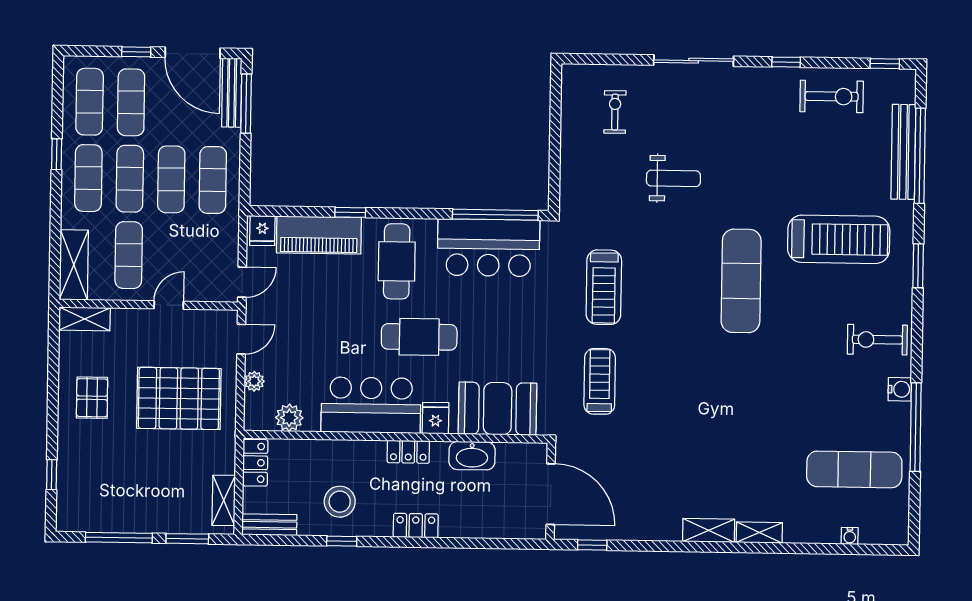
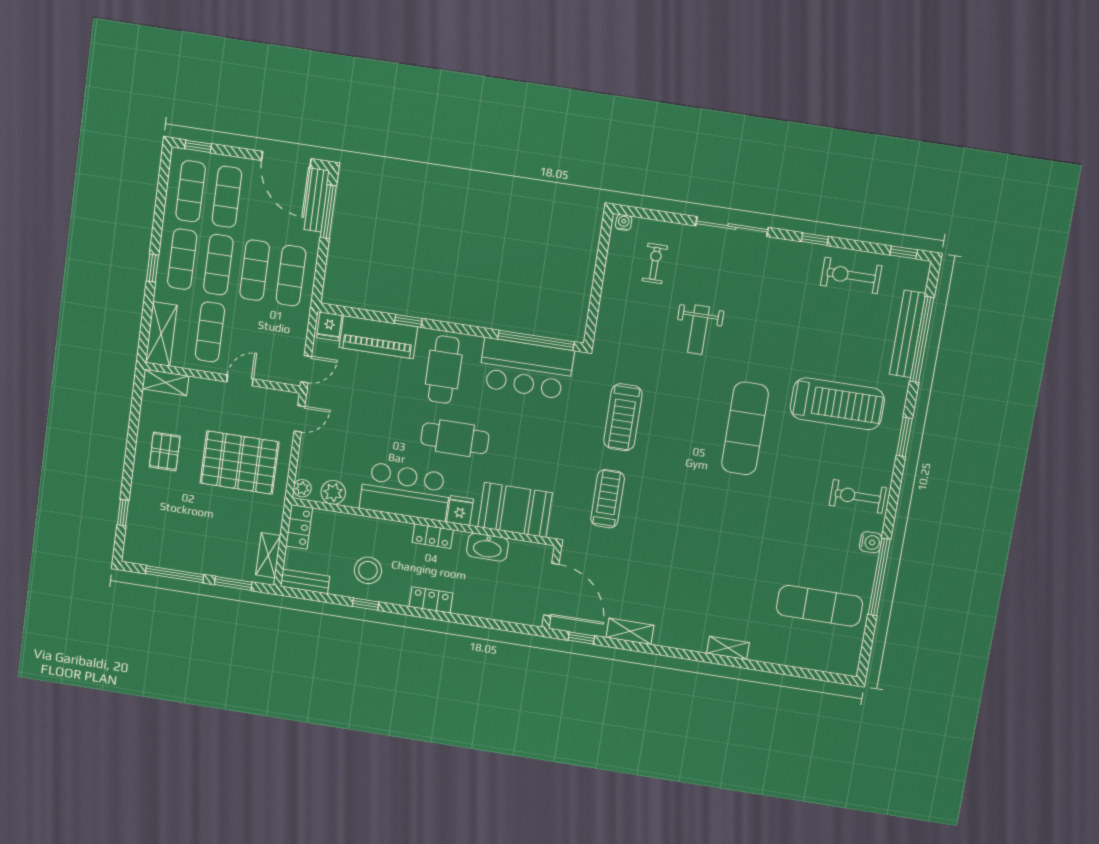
window: (136, 52) -> (198, 146), moved
exercise bike: (832, 96) -> (851, 276), turned 180
window: (57, 154) -> (153, 268), moved
weight bench: (673, 178) -> (698, 330), turned 90
plant: (254, 381) -> (302, 488), moved
shelving: (709, 530) -> (630, 631), moved
water cooler: (850, 536) -> (624, 222), moved, turned 180

